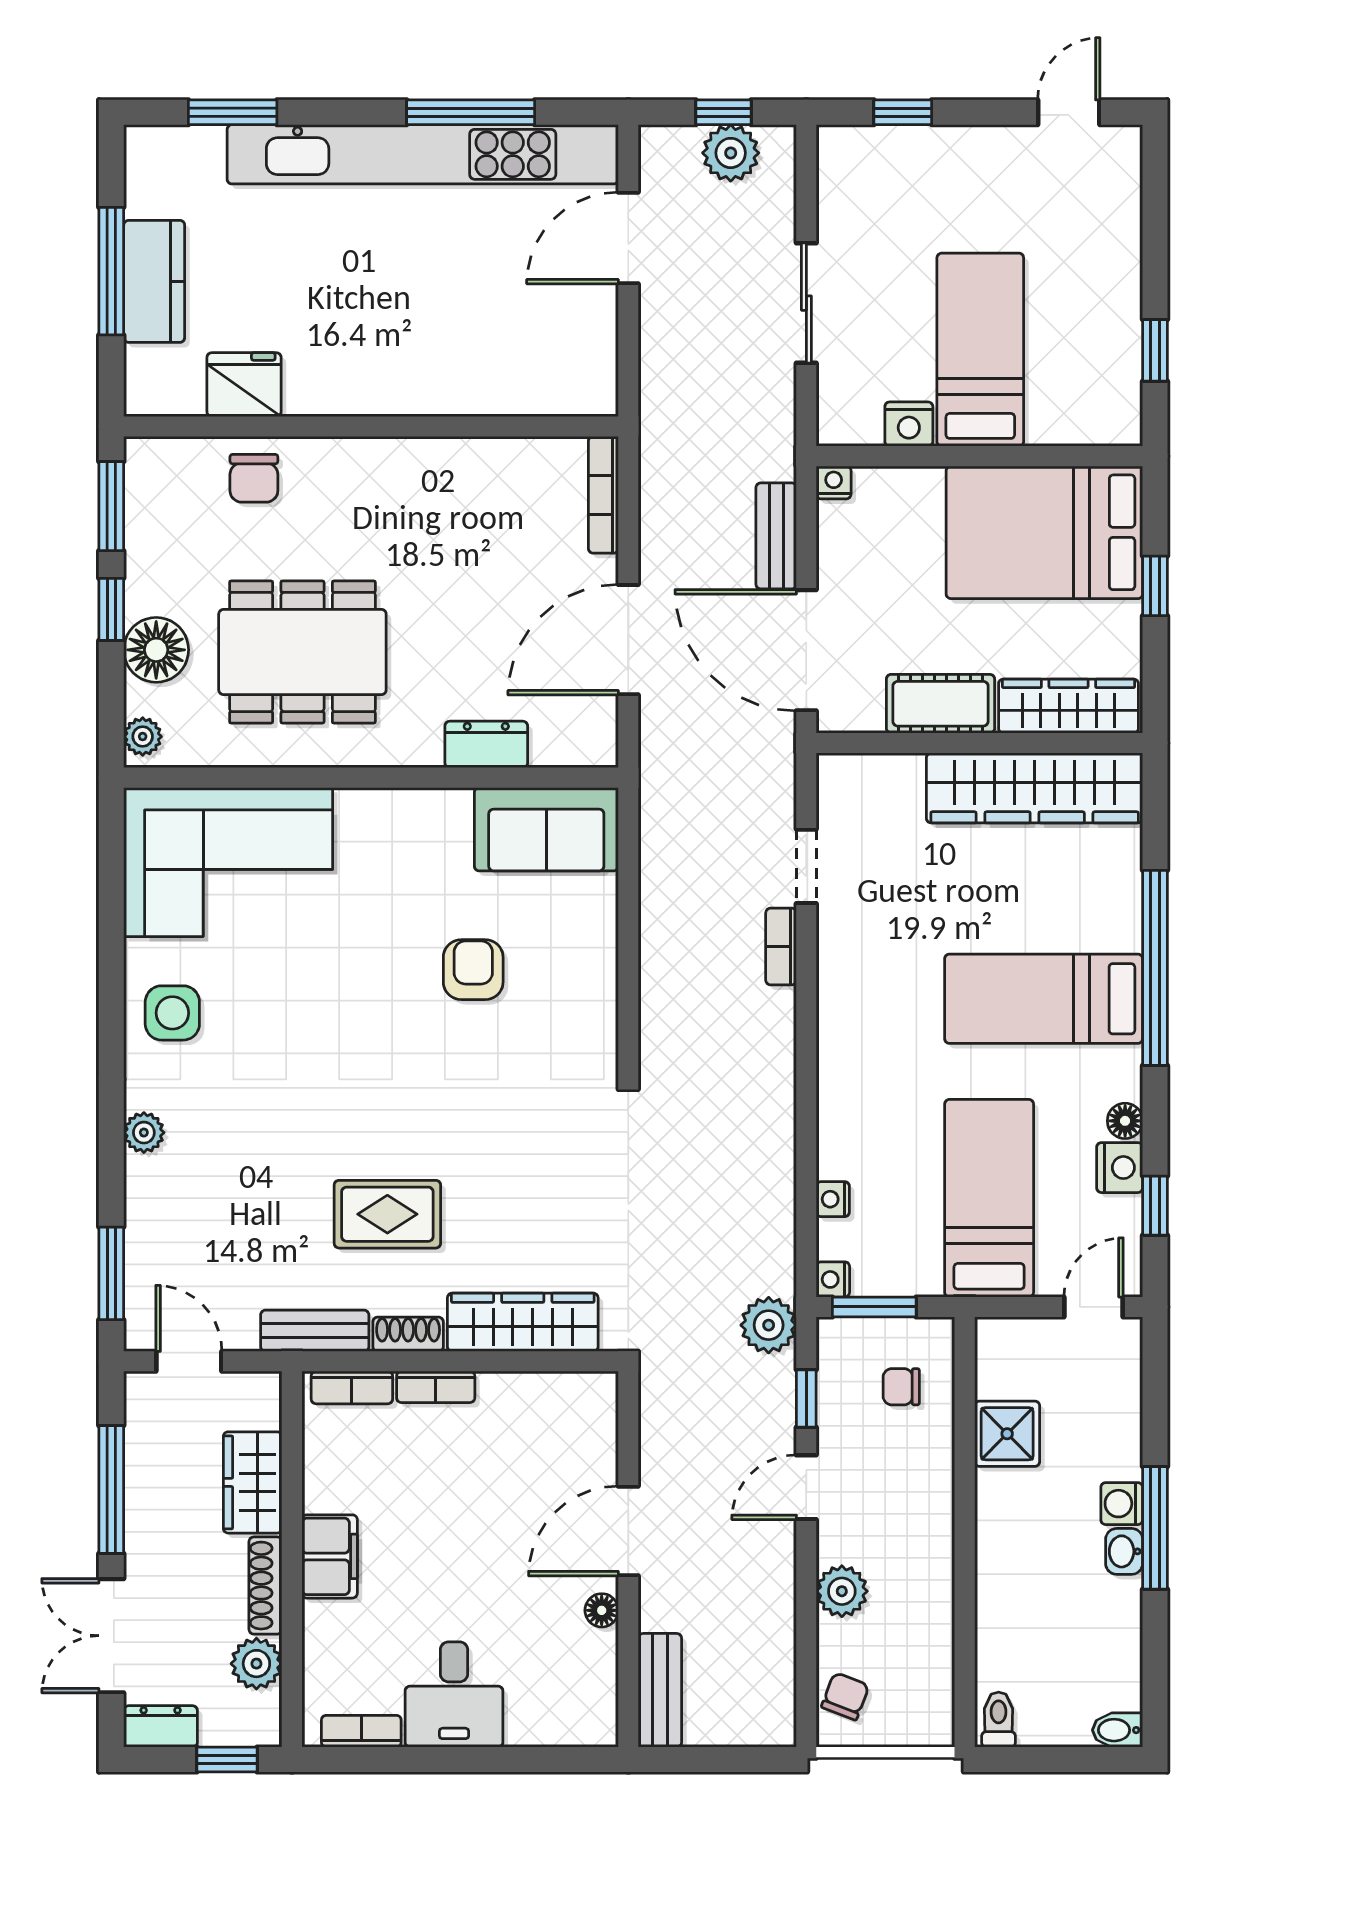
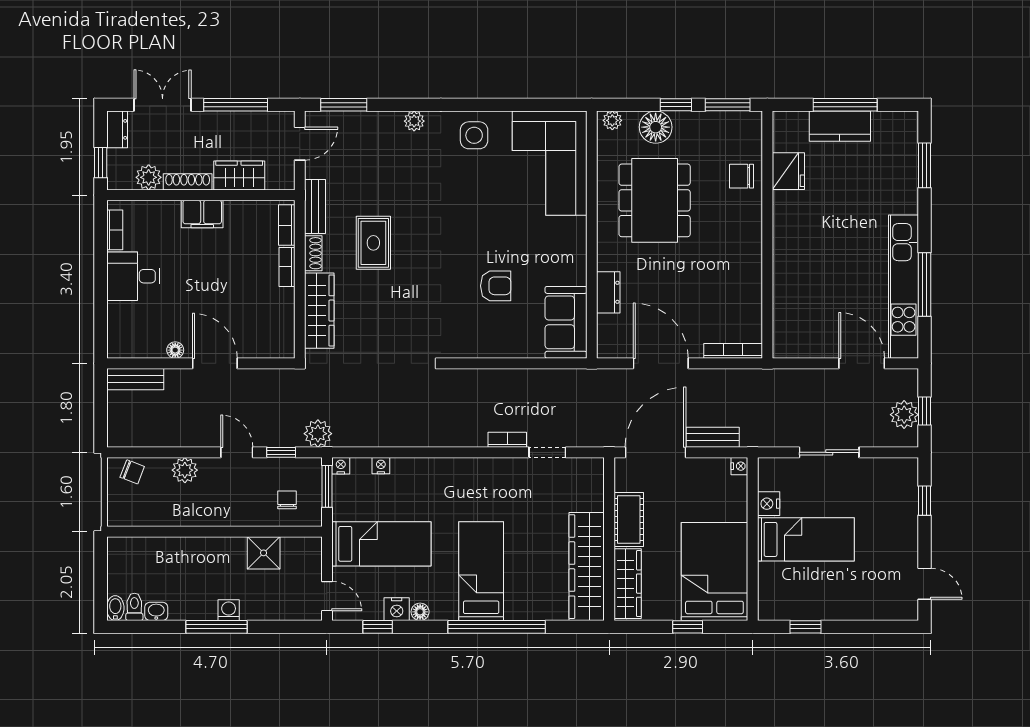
kitchen unit: (423, 154) -> (904, 287), width x0.73
washbasin: (1124, 1551) -> (156, 611), moved
toilet: (999, 1720) -> (134, 607), moved, turned -90

